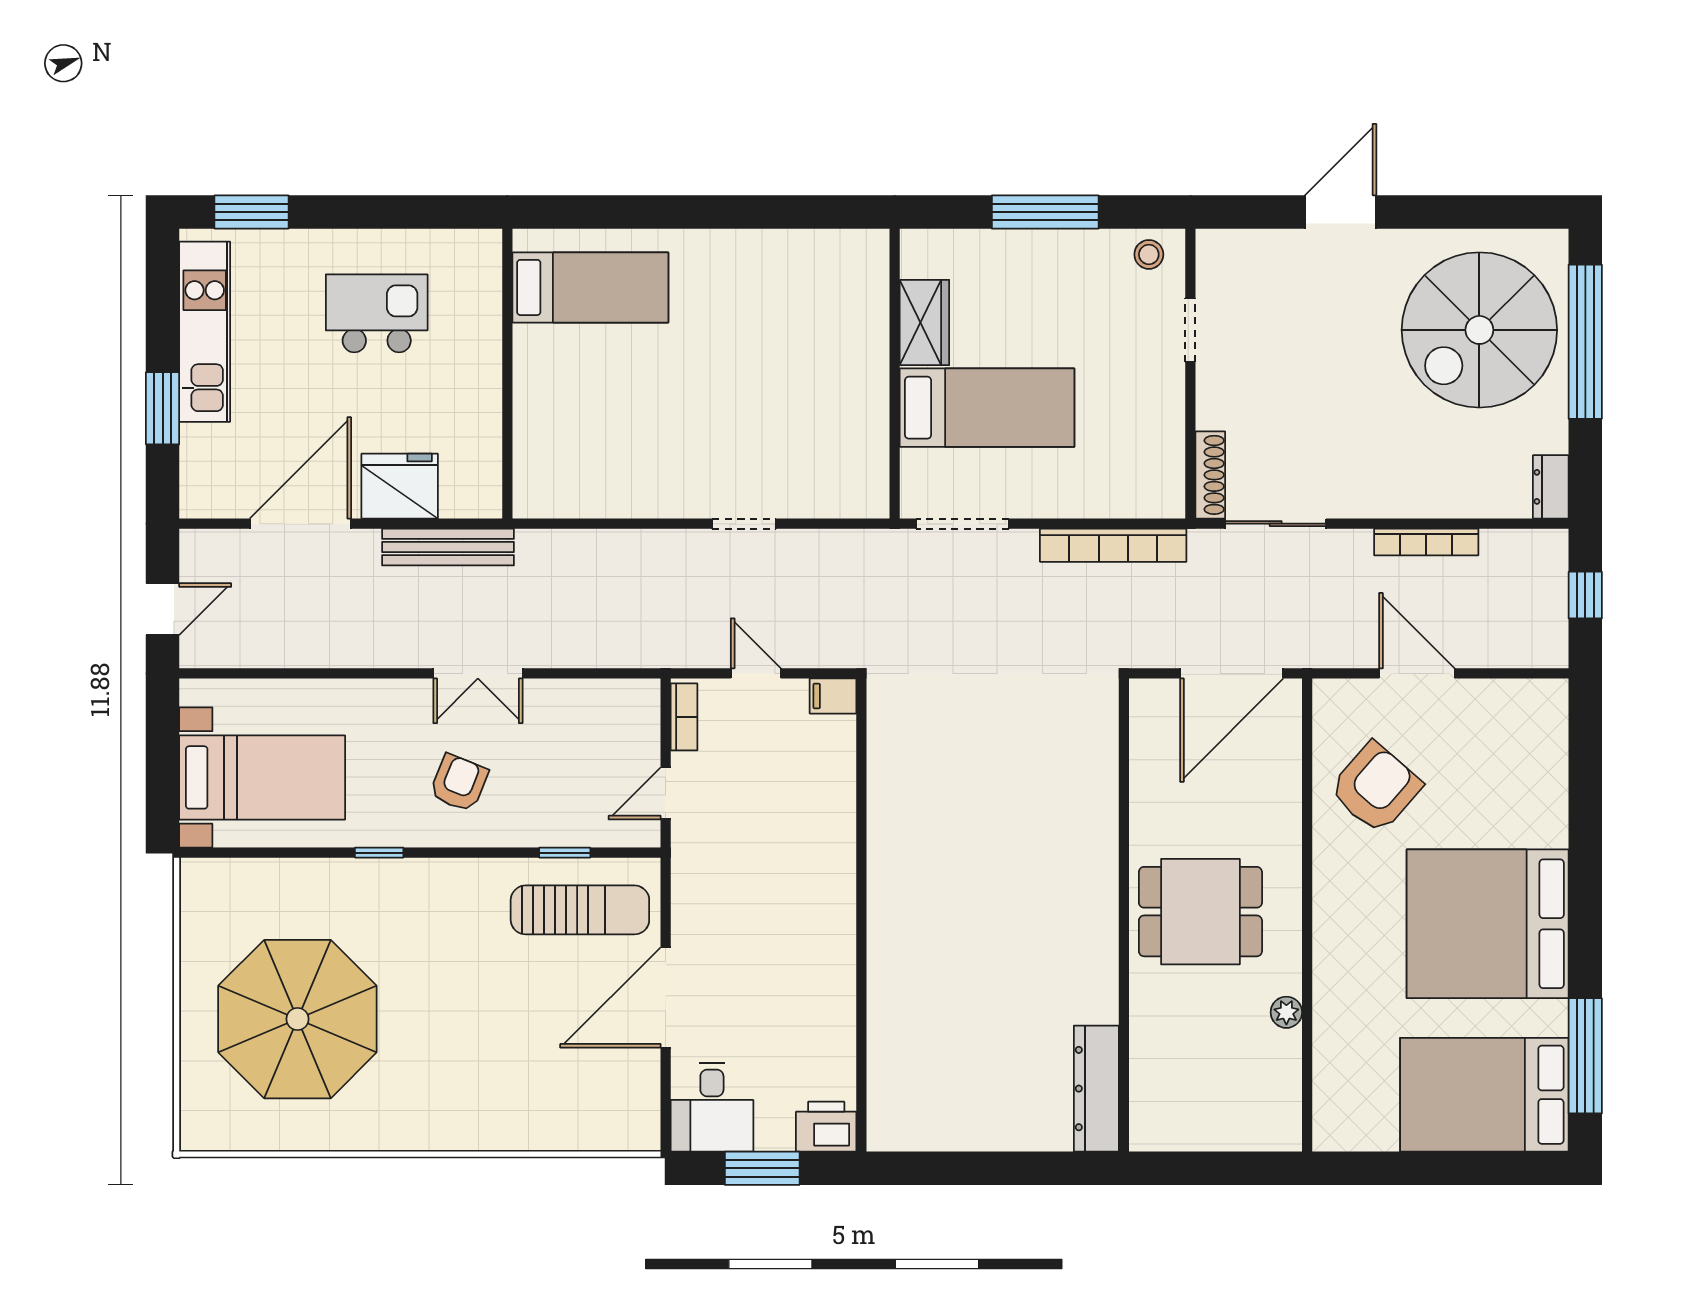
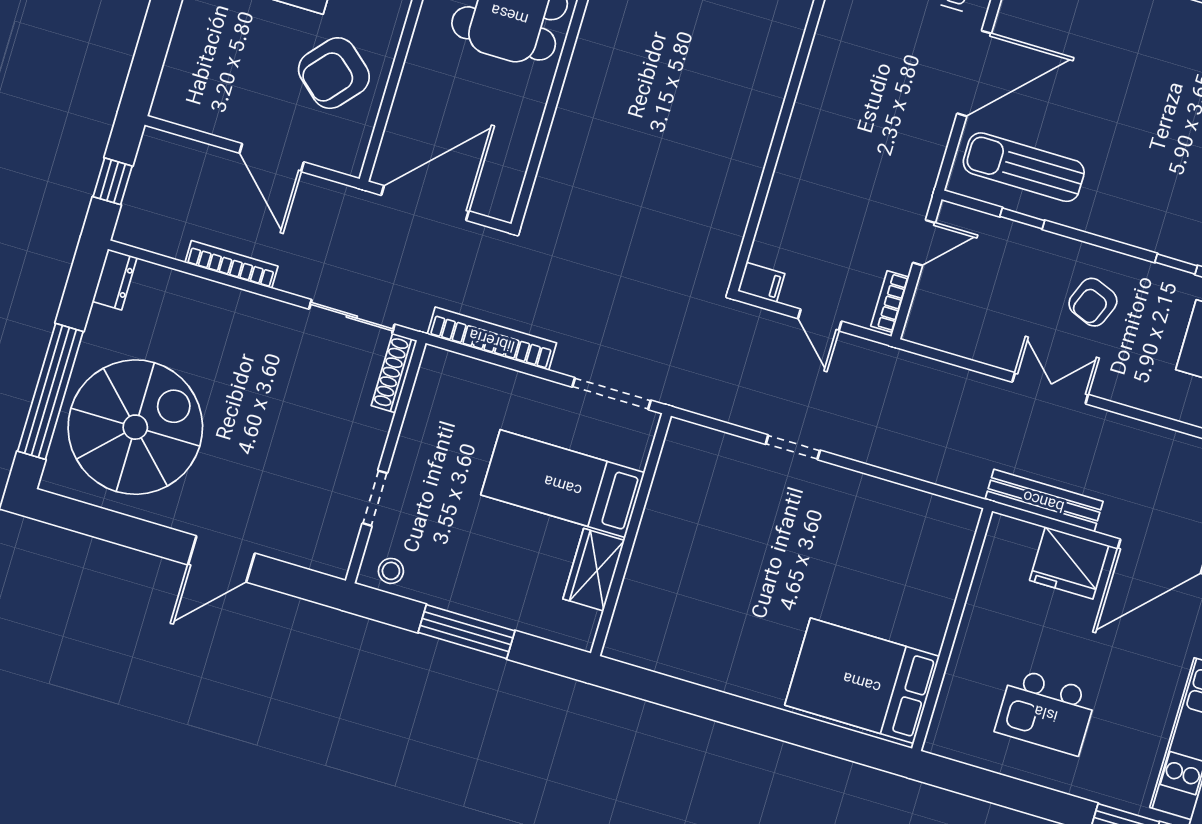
bed: (590, 287) -> (862, 681), width x1.50

